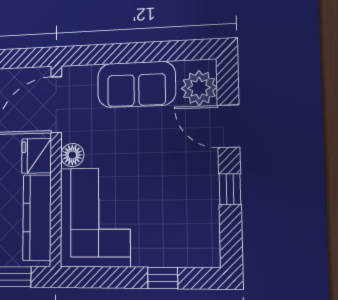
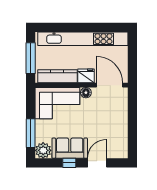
sofa: (136, 84) -> (70, 148), moved, turned 90
plant: (199, 88) -> (43, 150), moved
window: (163, 278) -> (31, 133), width x2.17

